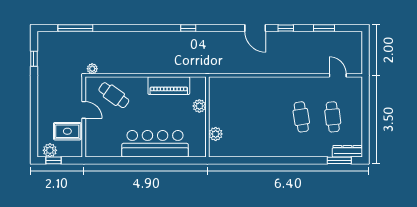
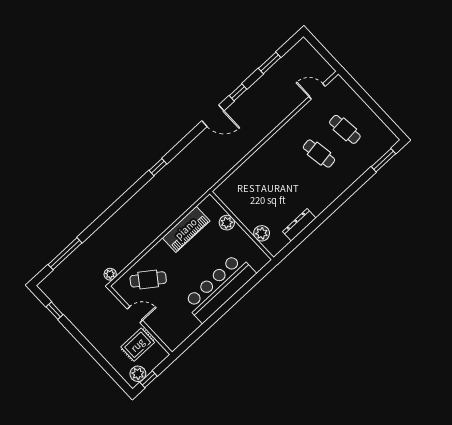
dresser: (347, 151) -> (299, 225), moved

